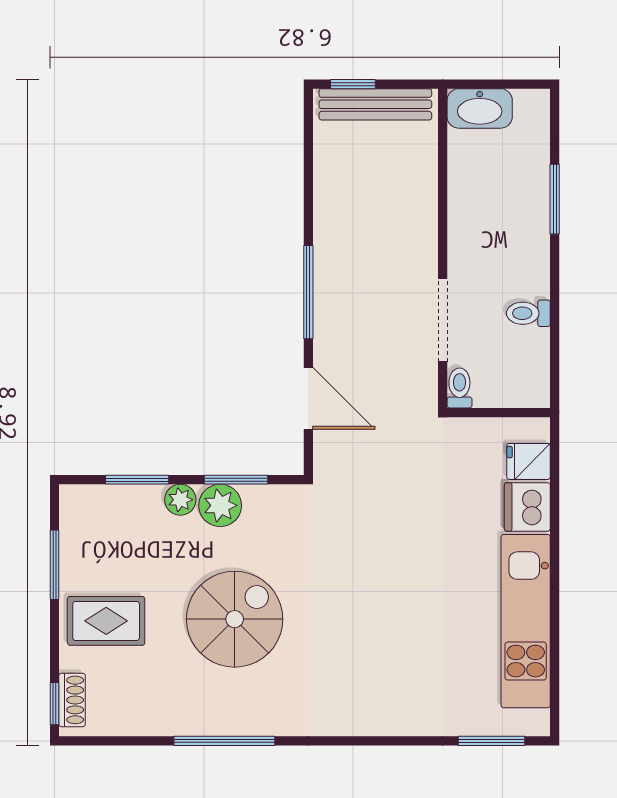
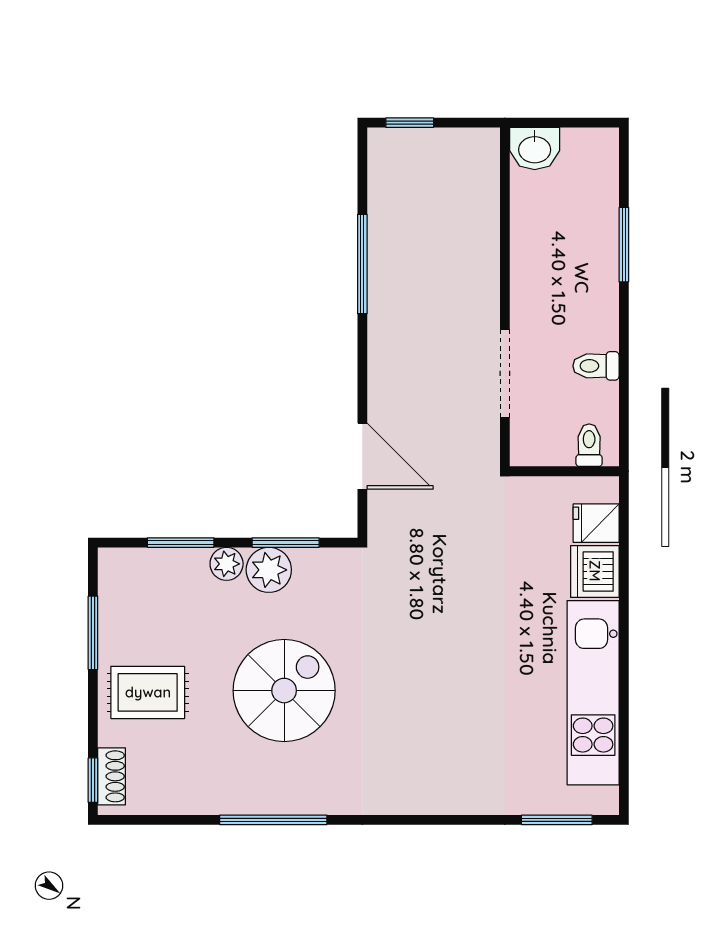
bench: (375, 104) -> (433, 144), removed
washbasin: (480, 108) -> (535, 148), width x0.72
window: (308, 292) -> (362, 264), moved
toilet: (459, 388) -> (589, 445), moved

